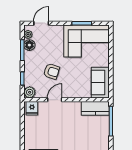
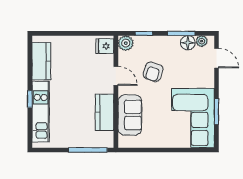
sofa: (100, 83) -> (130, 115), moved, turned 90
kitchen counter: (95, 108) -> (105, 112), moved

